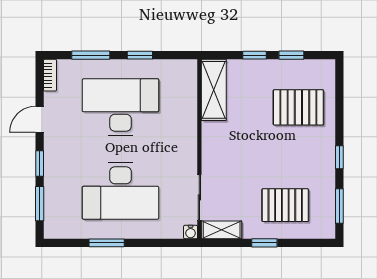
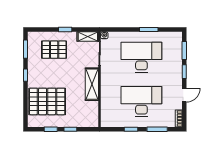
shelving: (214, 90) -> (92, 84), moved
desk: (120, 107) -> (141, 101), turned 180
pallet: (298, 107) -> (47, 101), width x1.37, depth x1.41

